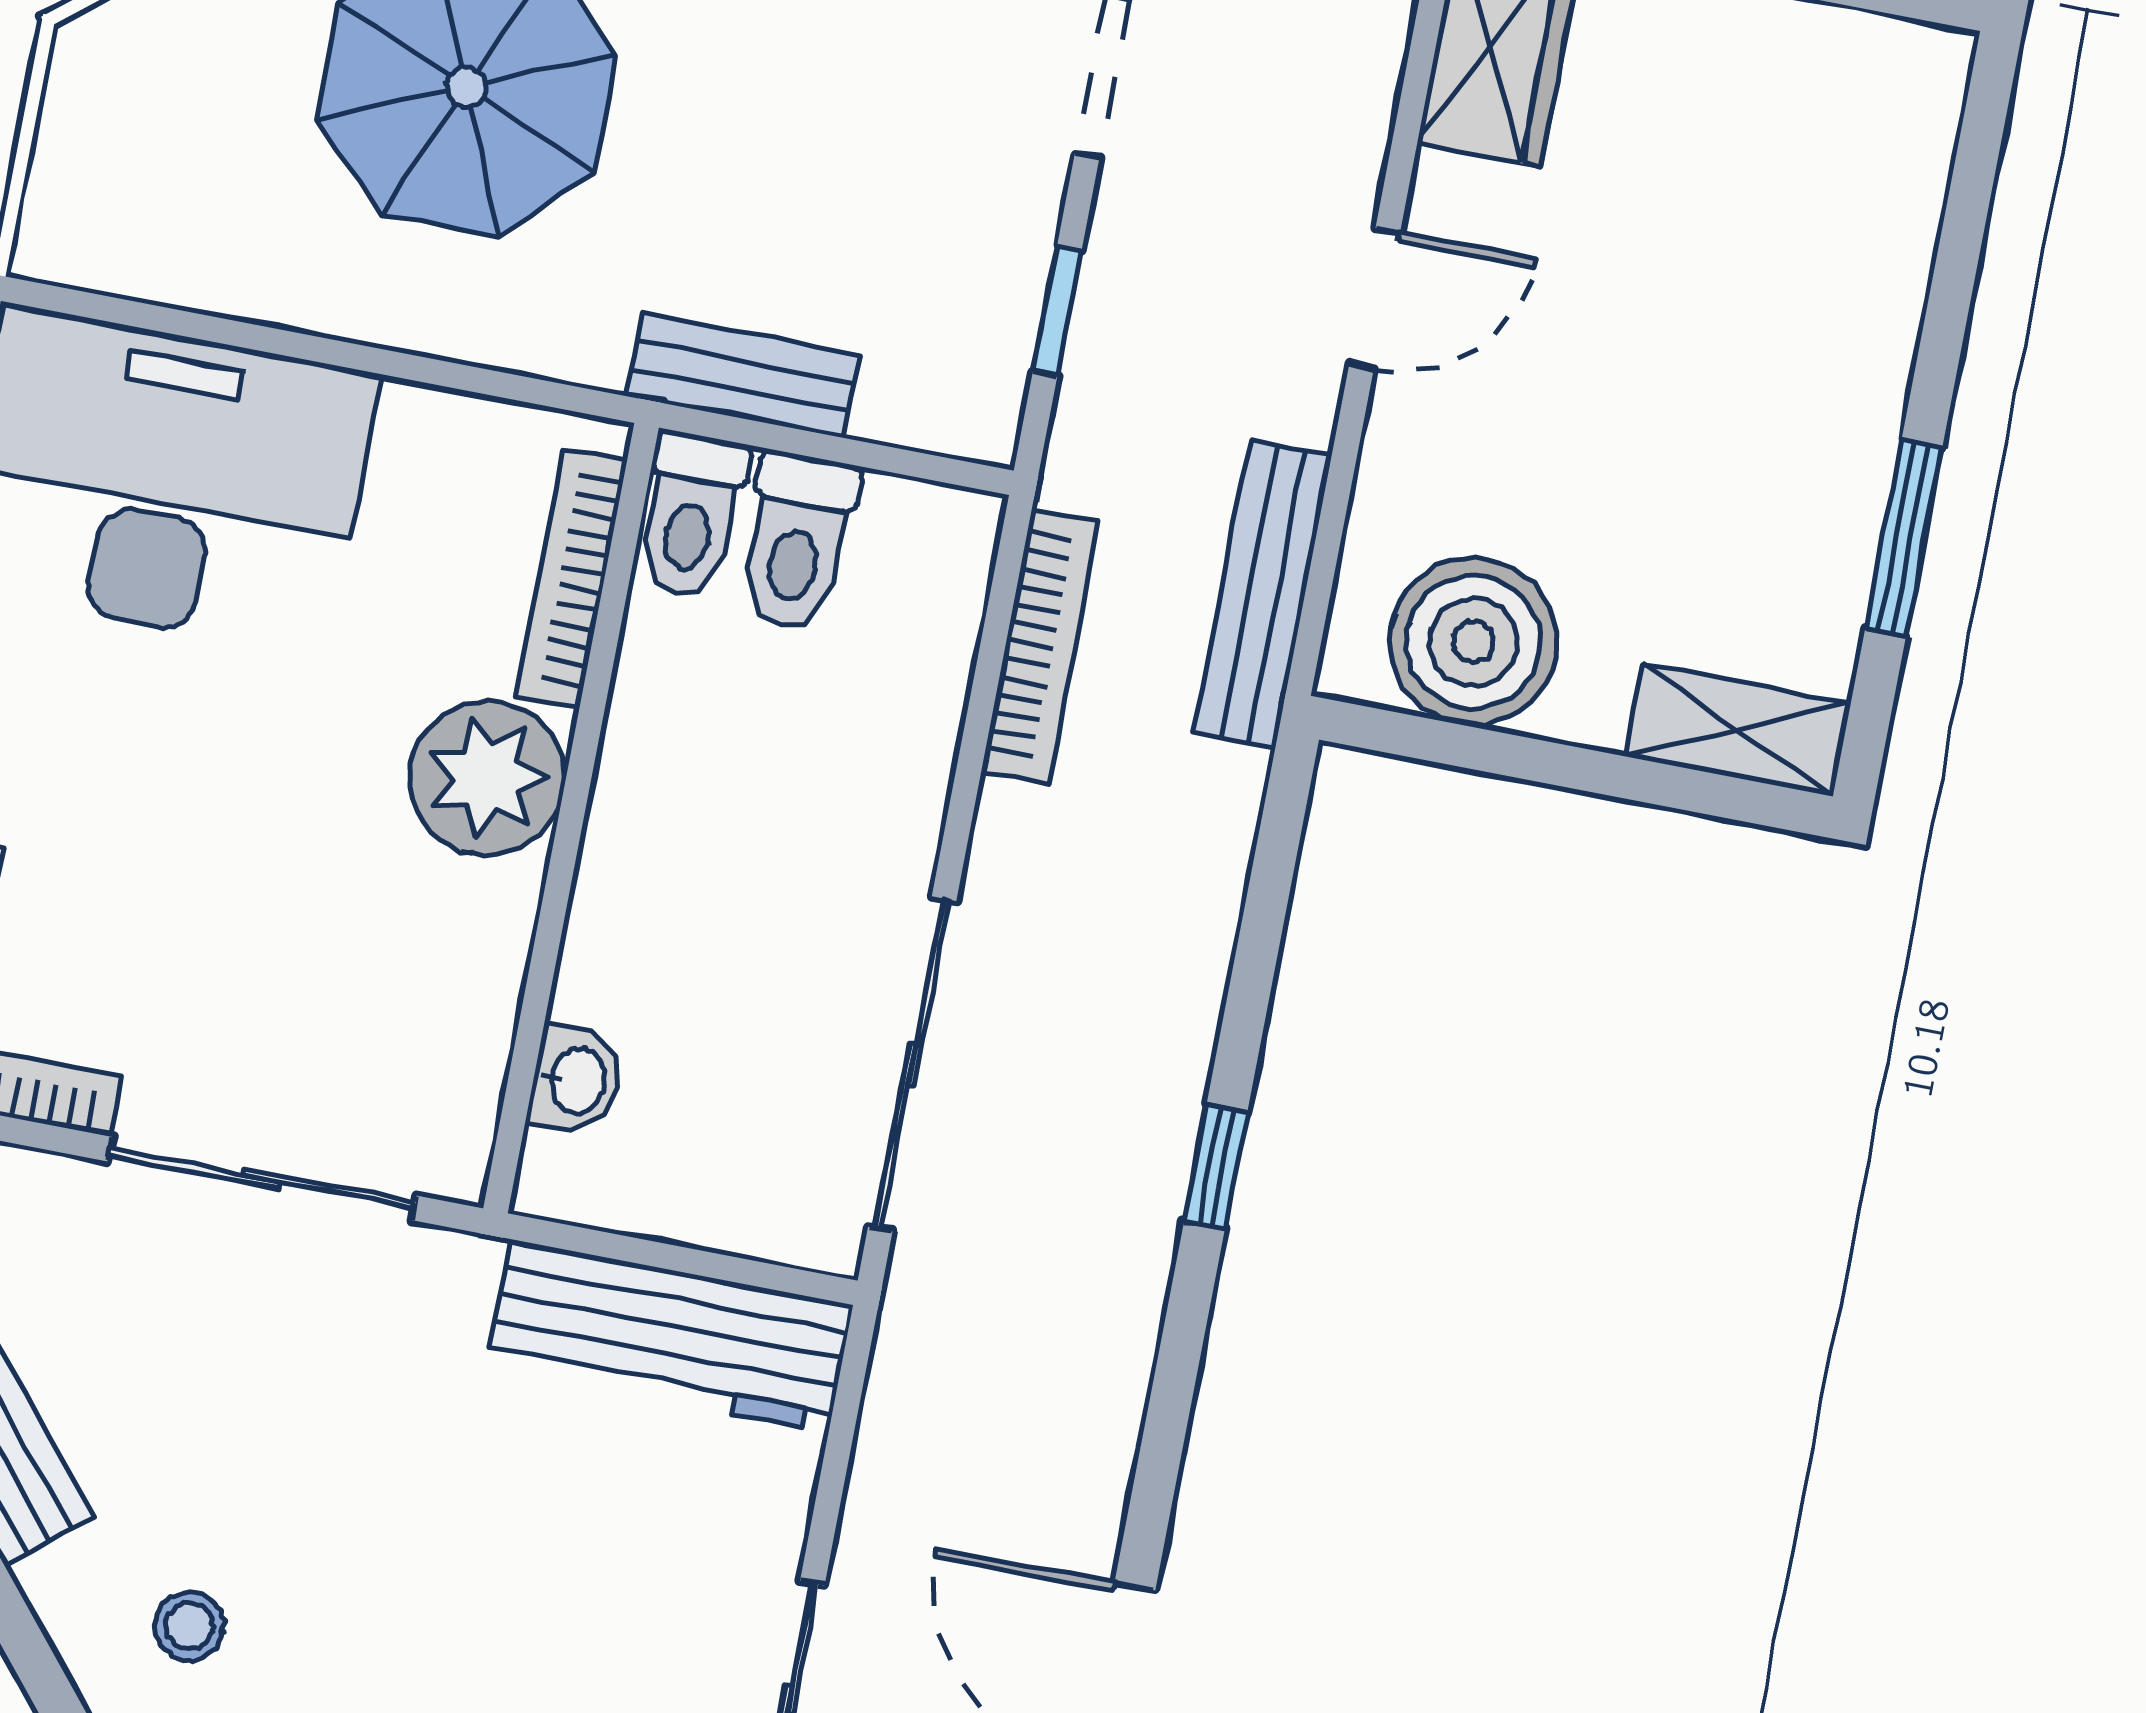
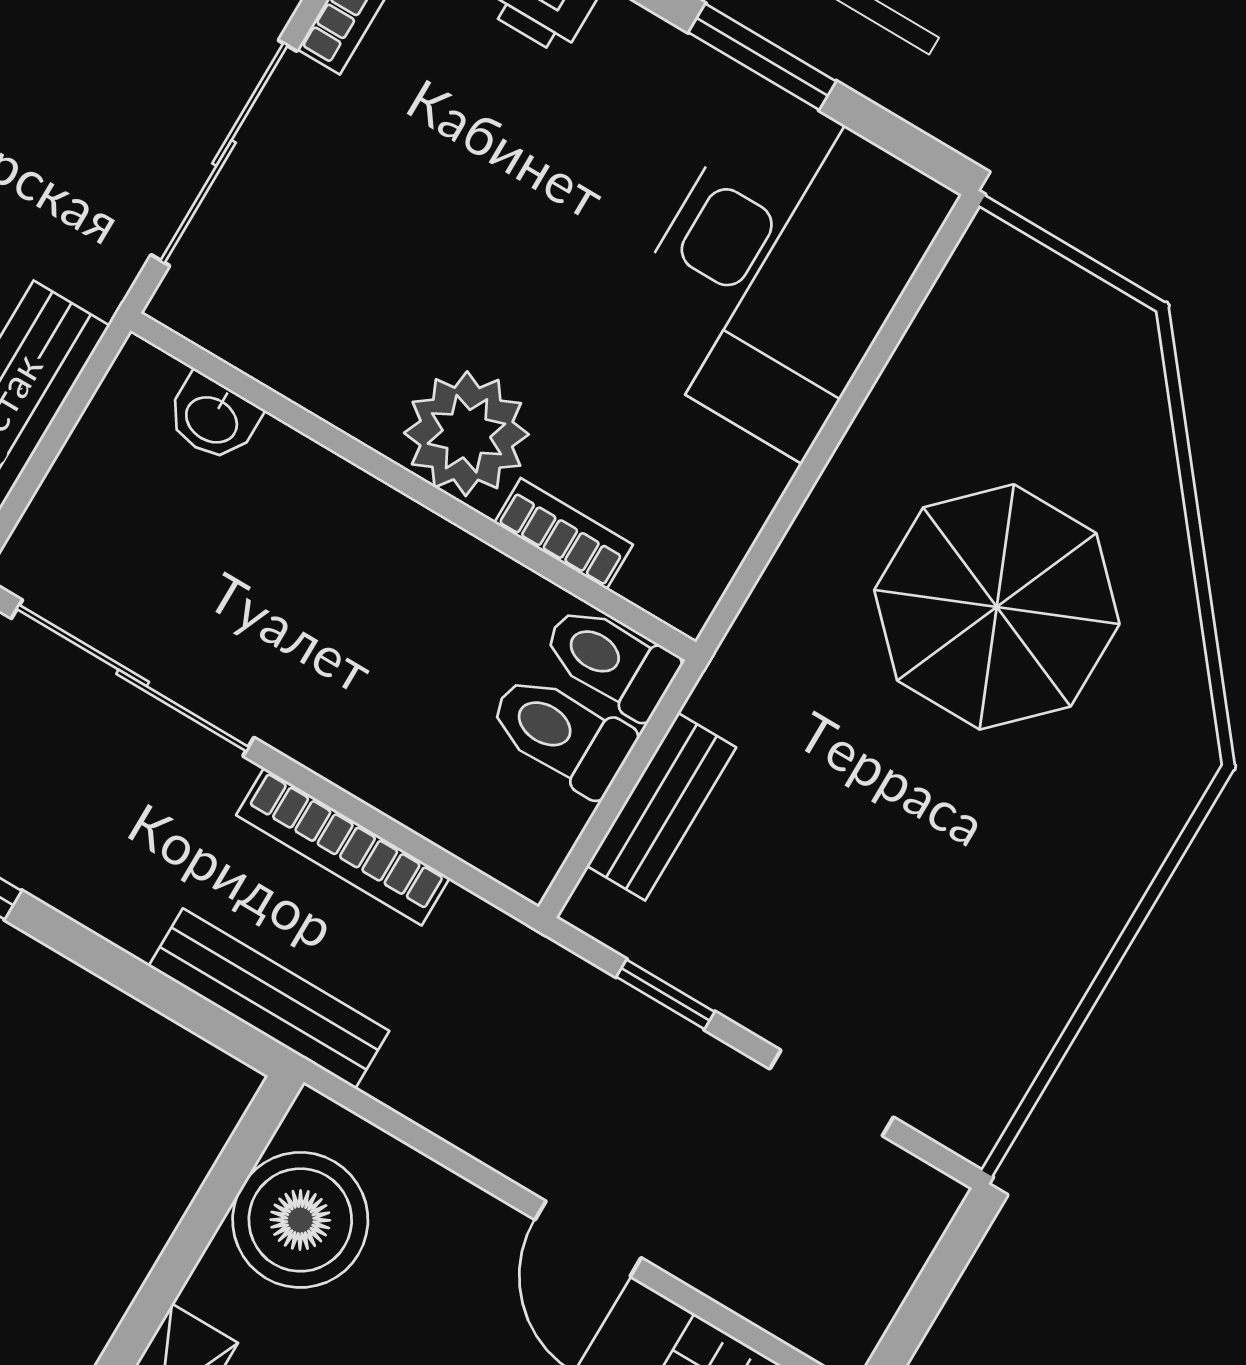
bench: (743, 376) -> (661, 807), moved
bookcase: (572, 578) -> (564, 534), width x0.64
bench: (1263, 594) -> (269, 999), moved
bookcase: (1040, 646) -> (343, 847), moved

